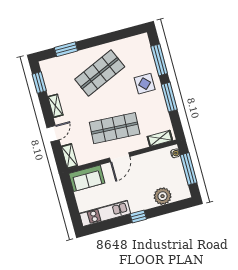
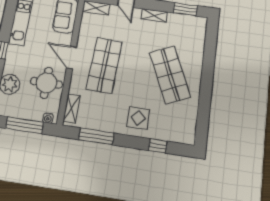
window: (66, 49) -> (210, 50), removed
window: (159, 60) -> (158, 146), width x0.46
window: (169, 97) -> (96, 136), moved
round table: (149, 168) -> (46, 83), added

